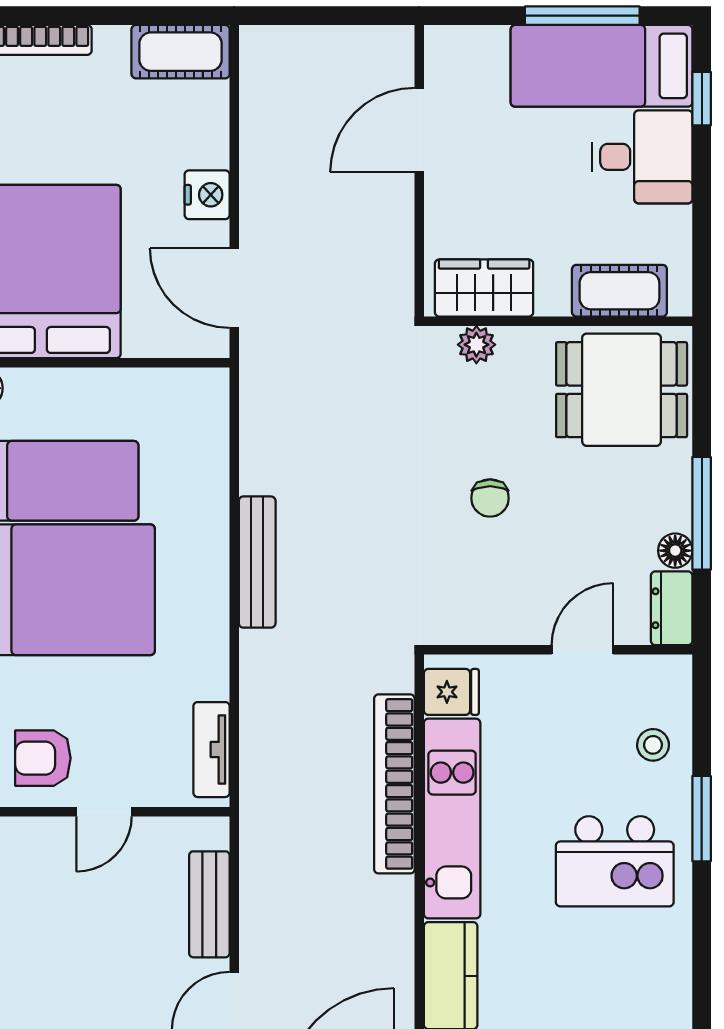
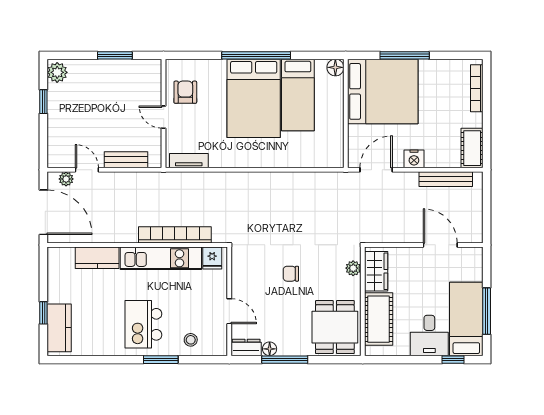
cot: (619, 291) -> (379, 319), width x1.37, depth x1.34
bench: (257, 562) -> (446, 179), moved

